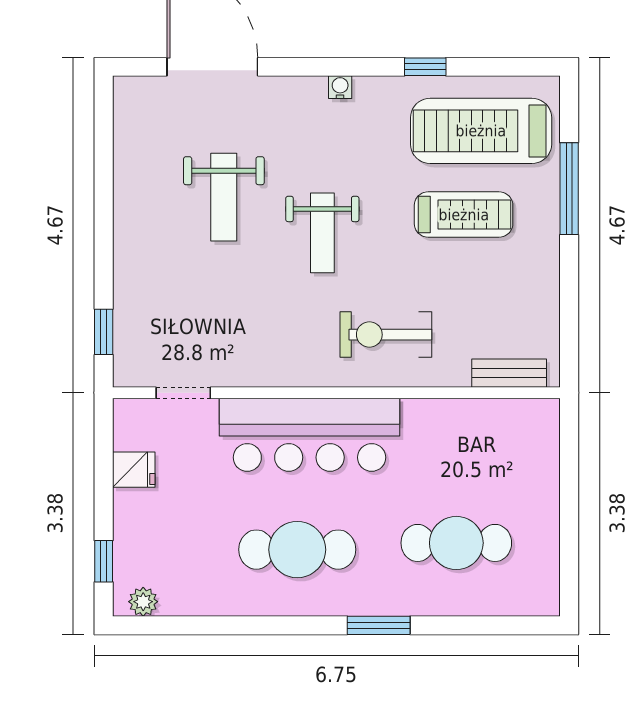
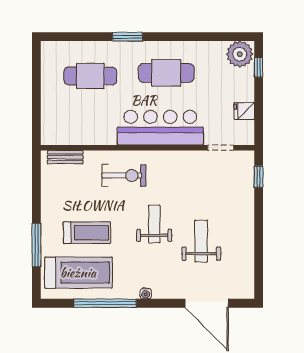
window: (425, 67) -> (105, 303), width x3.17
treadmill: (464, 215) -> (87, 233), turned 180
plant: (143, 602) -> (240, 54), width x1.88, depth x1.88

